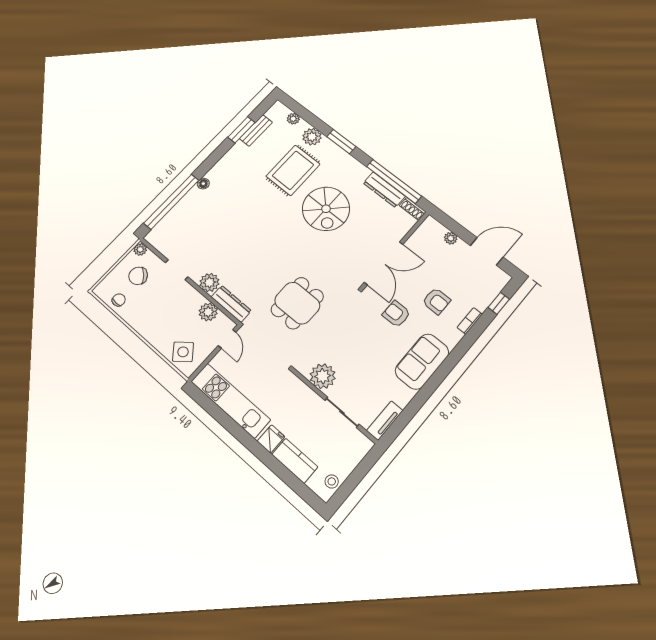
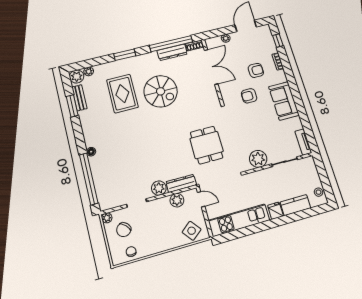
plant: (312, 137) -> (77, 76), moved
double door: (384, 263) -> (211, 67), moved

